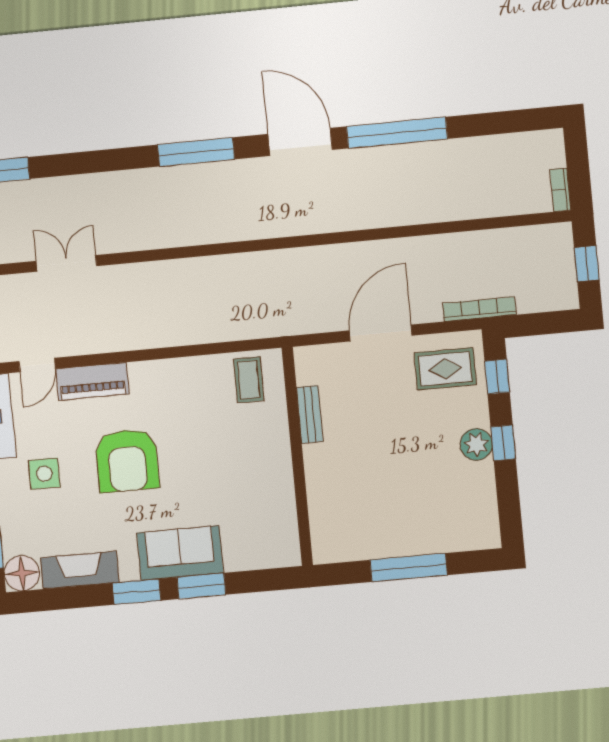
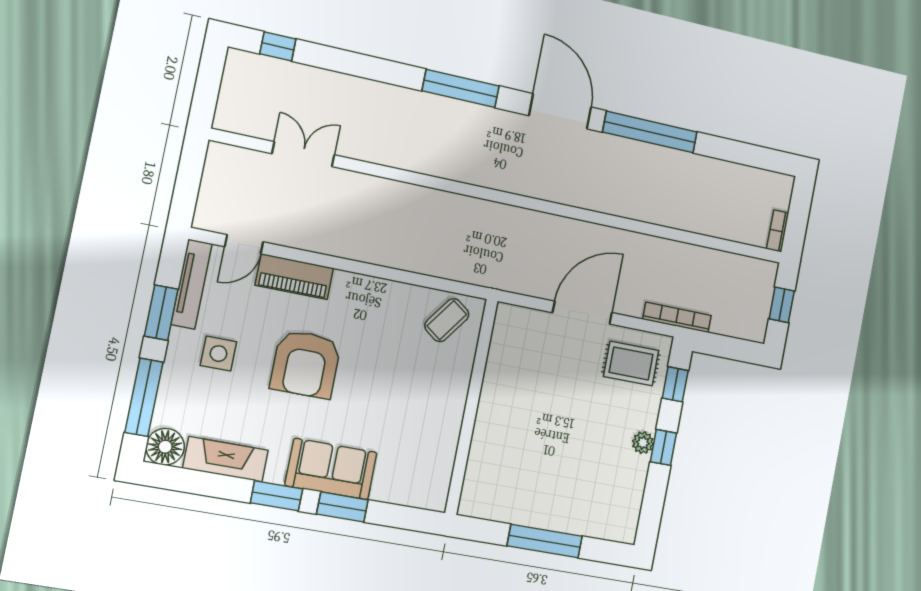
coffee table: (249, 380) -> (447, 320), turned 36
bench: (310, 414) -> (495, 370), removed
plant: (476, 444) -> (643, 443), width x0.73, depth x0.73

